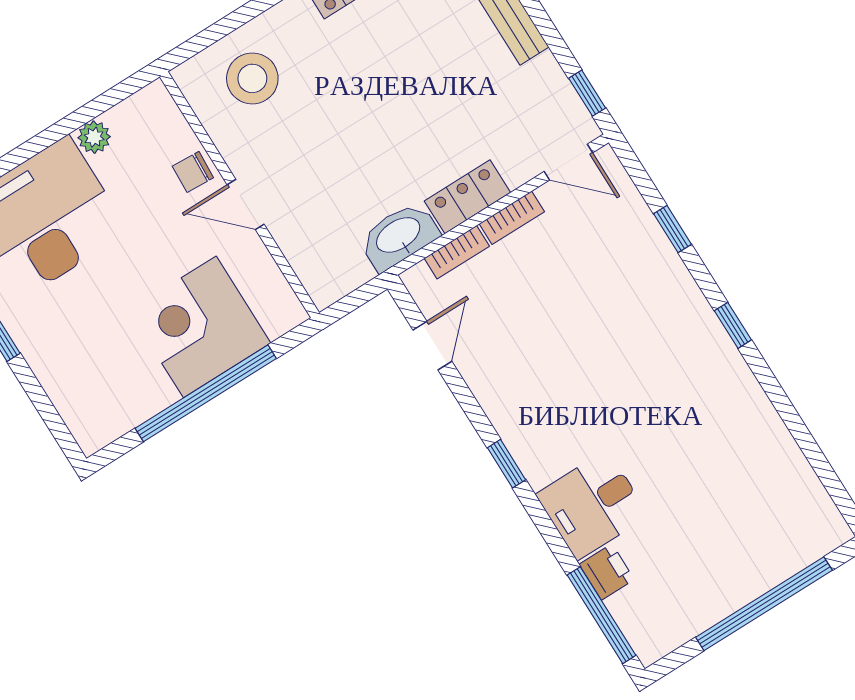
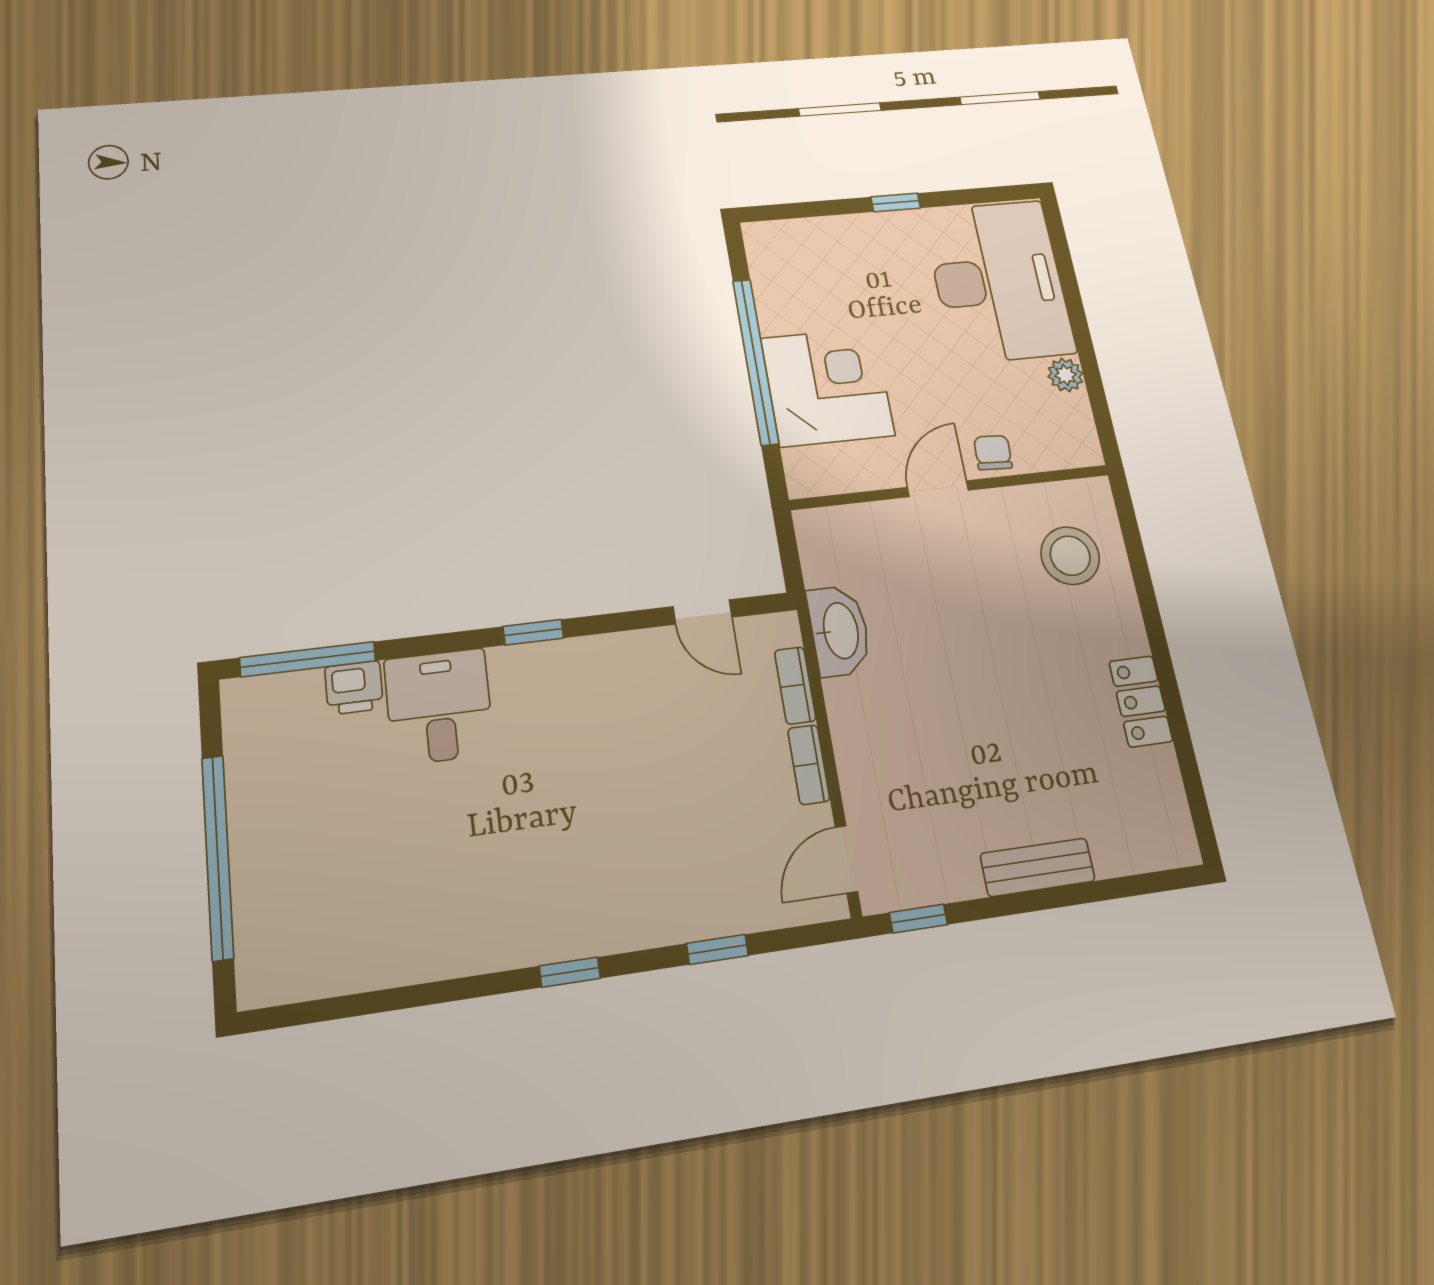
locker: (467, 197) -> (853, 725), removed

